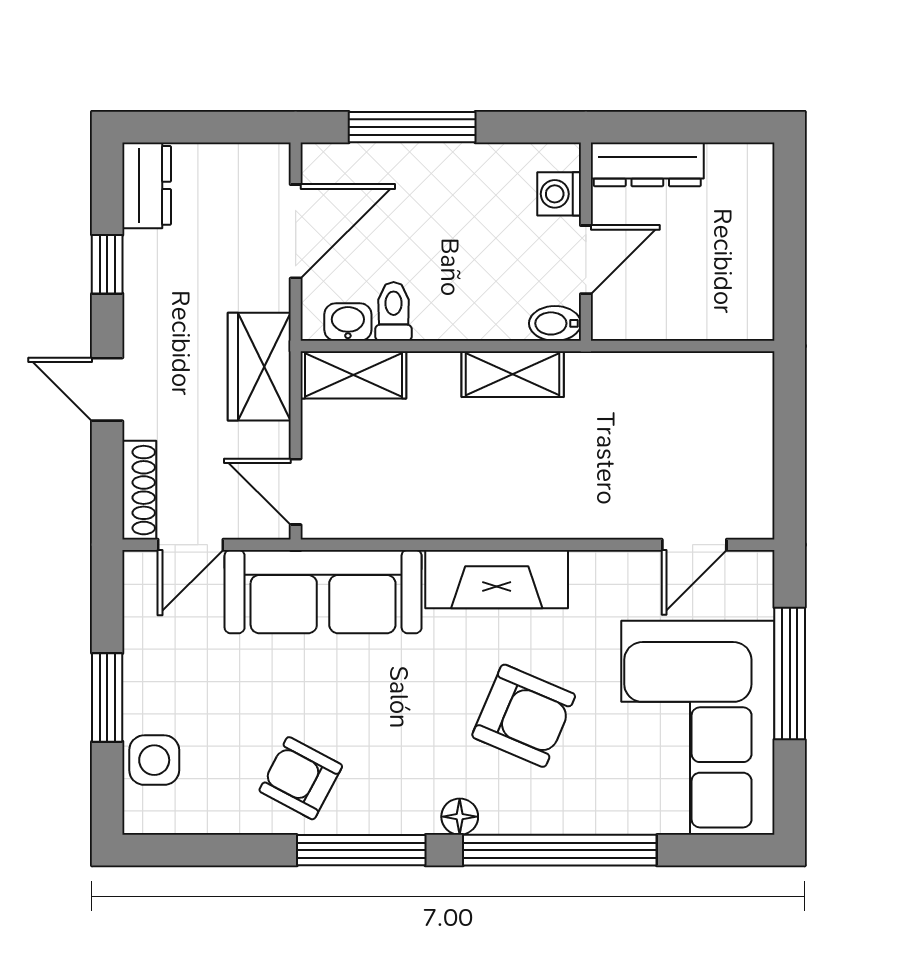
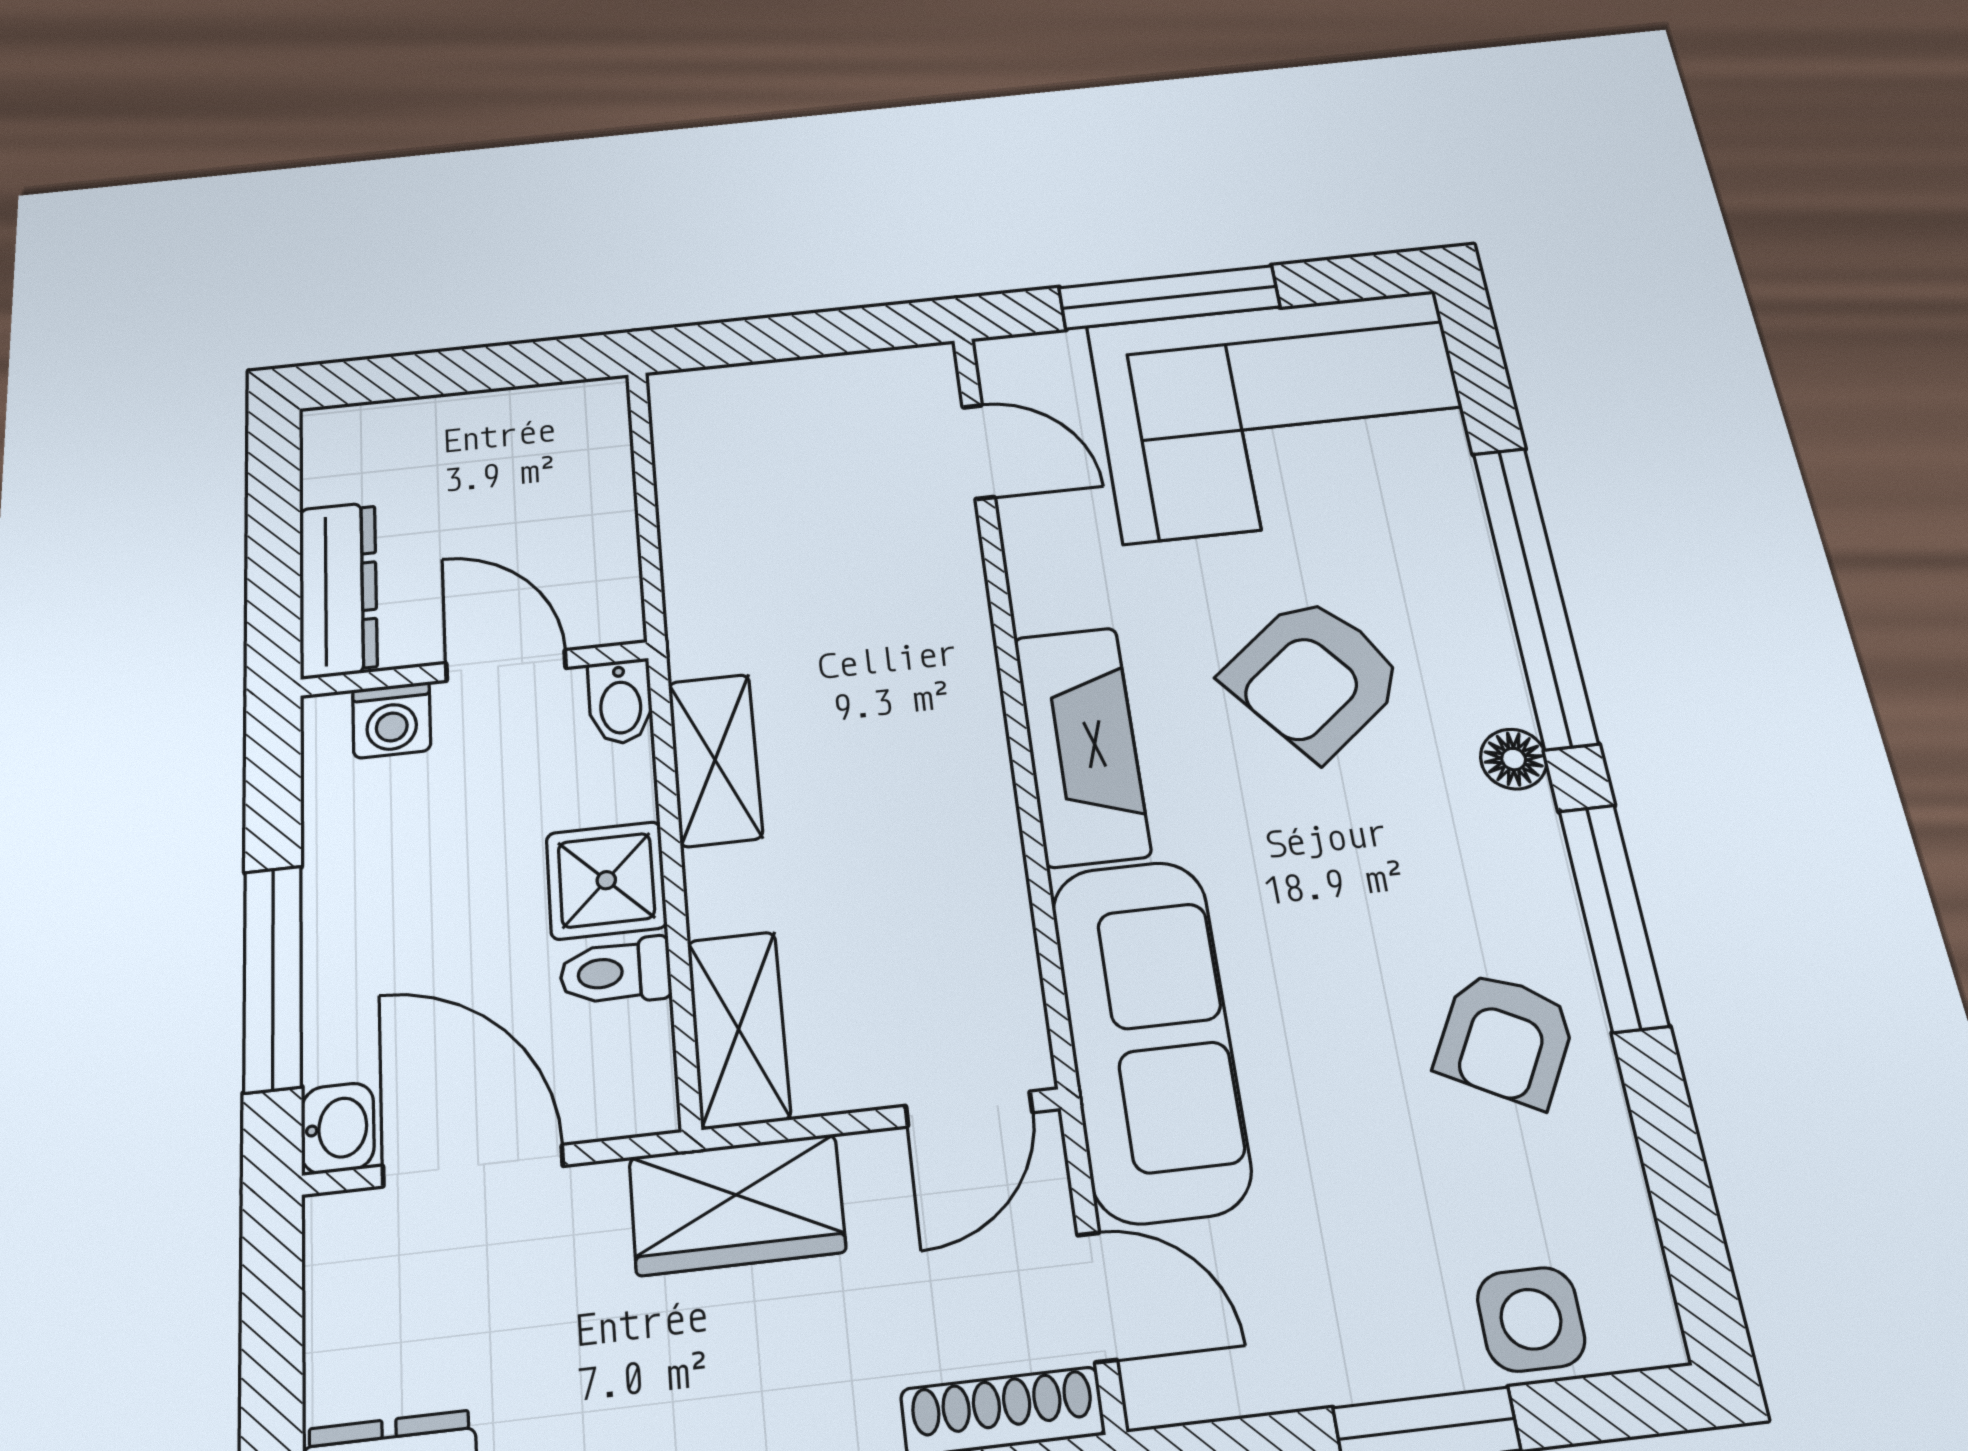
shower: (447, 309) -> (606, 880), added
washbasin: (348, 322) -> (338, 1128), moved, turned 180
armchair: (524, 716) -> (1314, 676), turned -152

